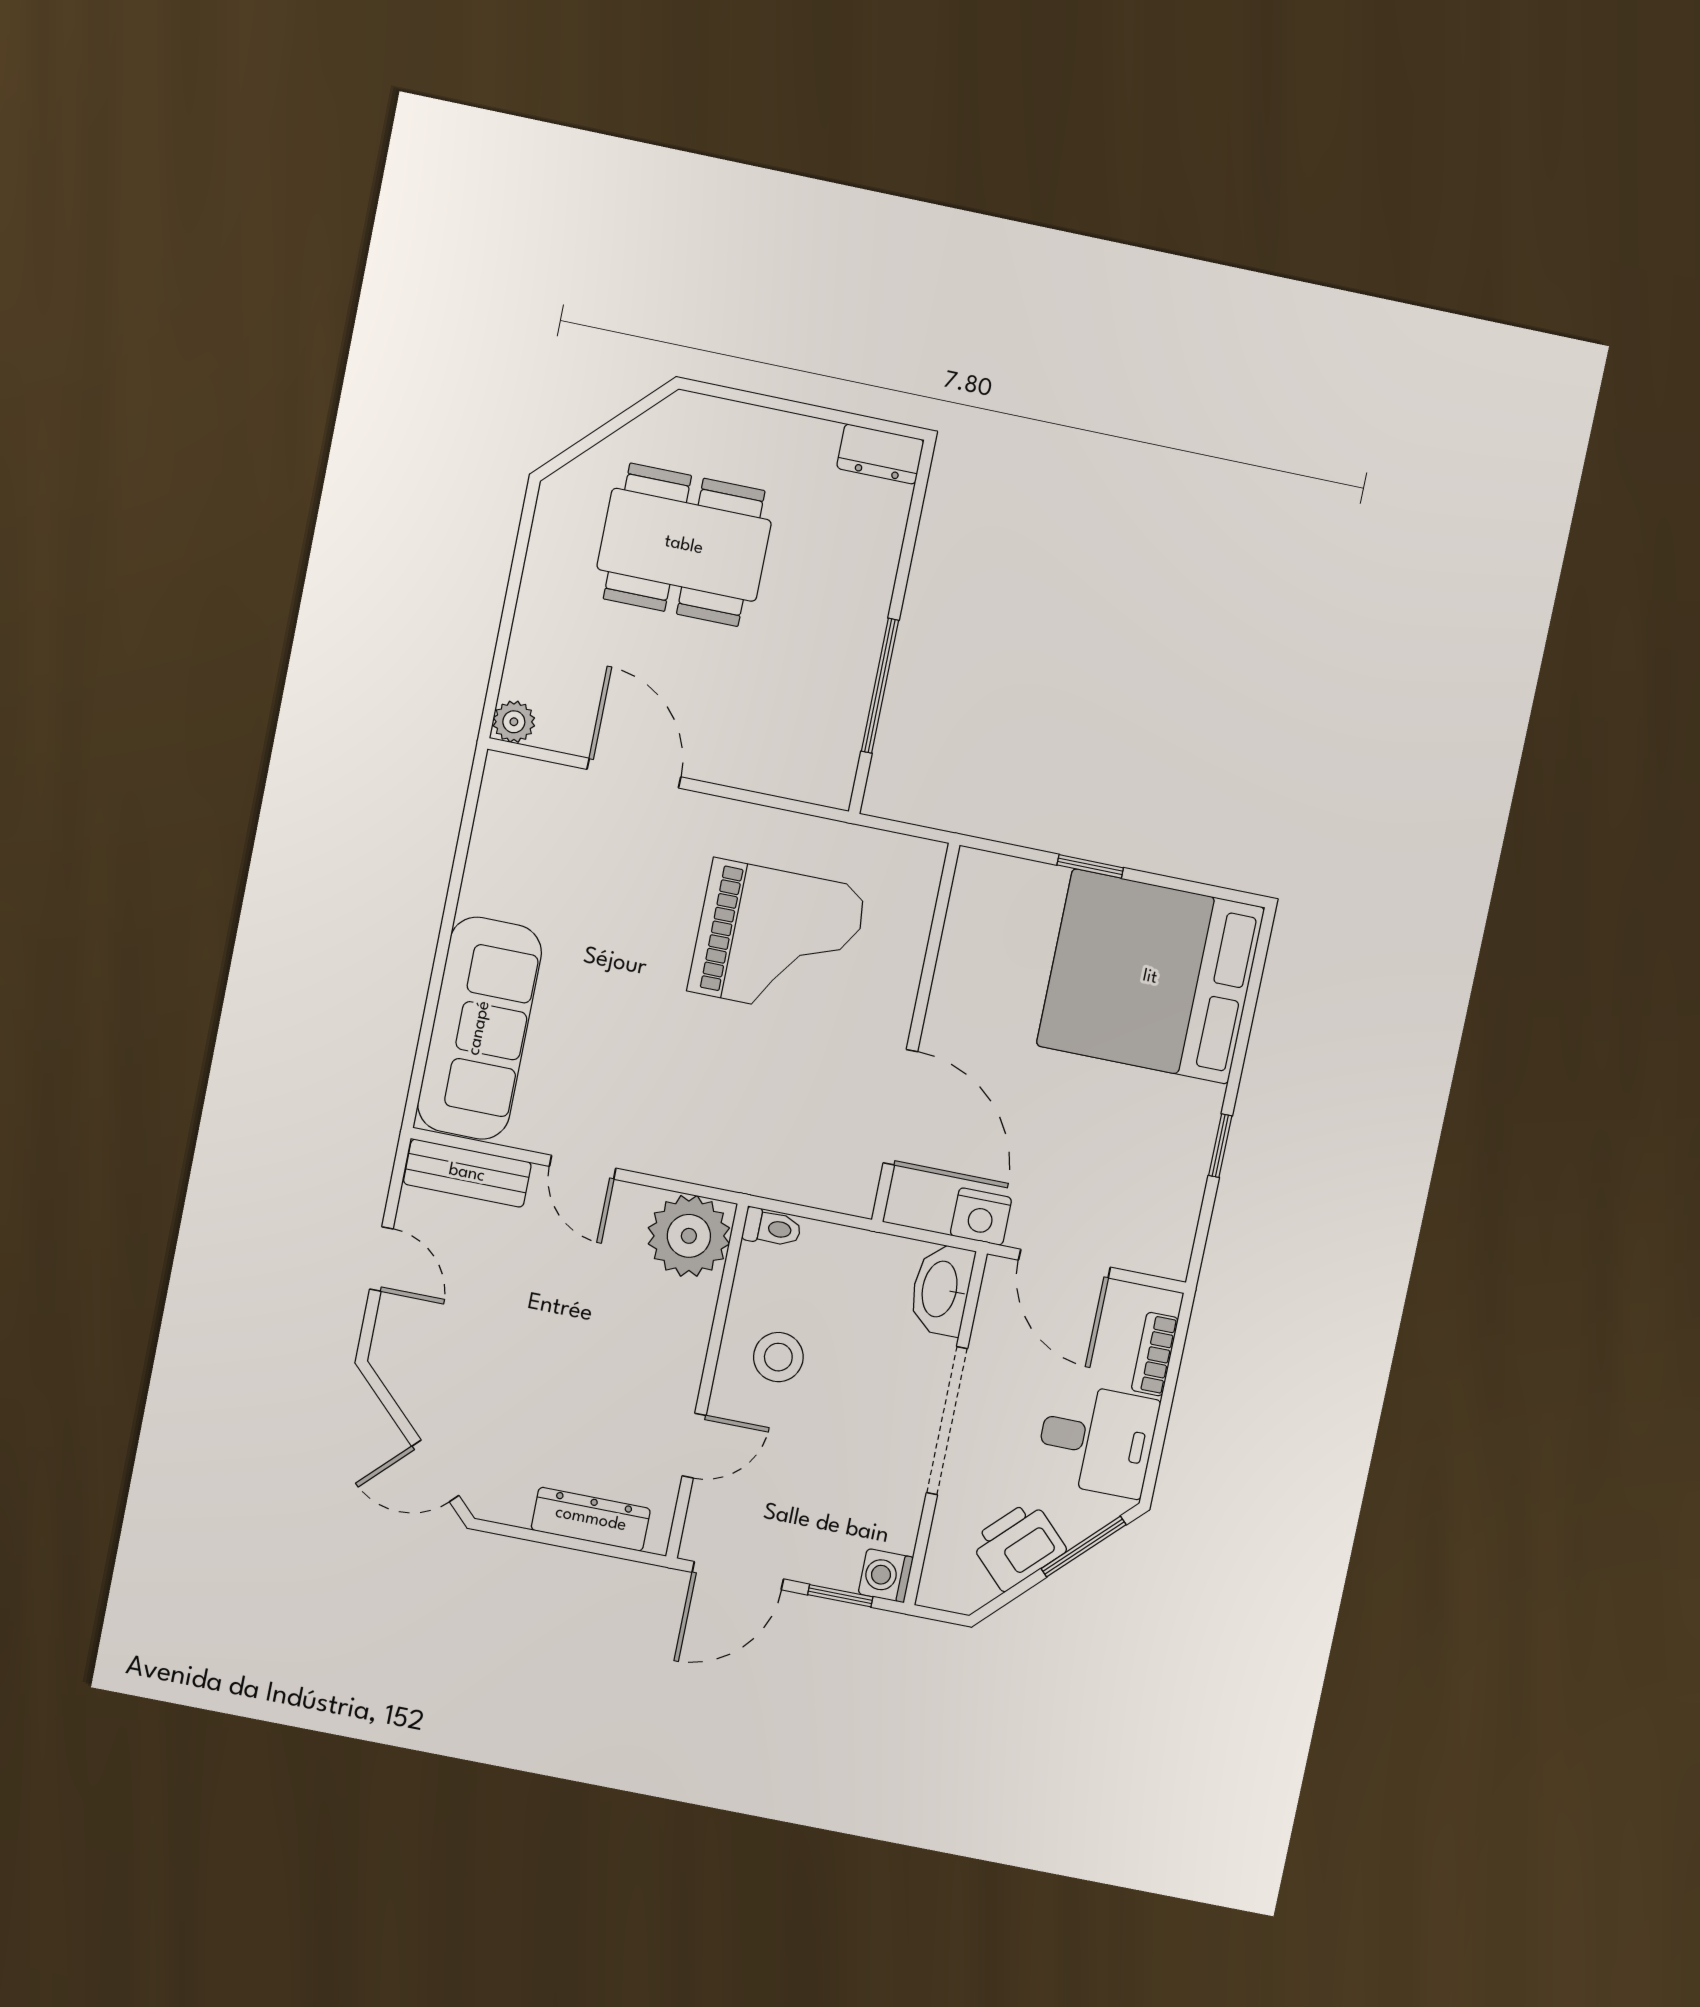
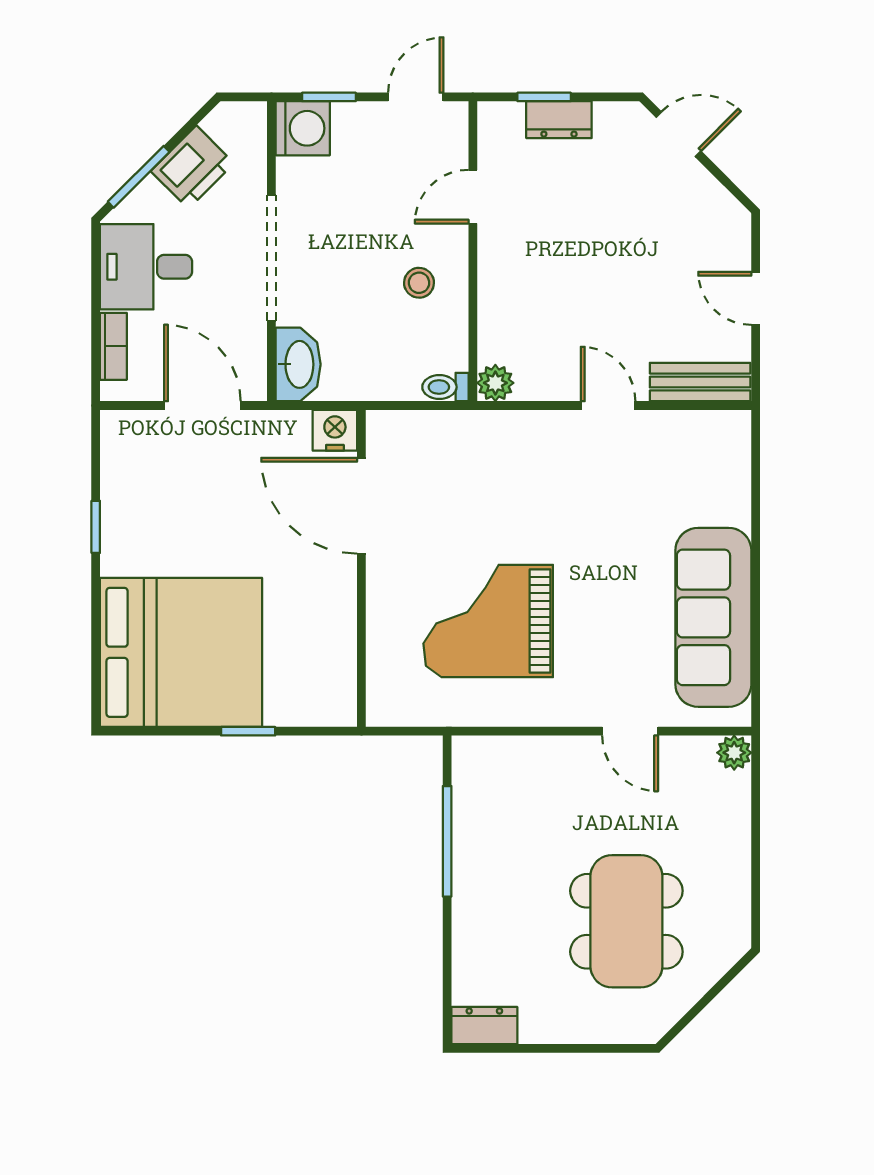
dining table: (684, 545) -> (626, 921), turned 90
door: (634, 773) -> (630, 731), width x0.73
sofa: (479, 1028) -> (713, 617), moved
nightstand: (981, 1217) -> (335, 430), moved
plant: (689, 1236) -> (495, 383), width x0.53, depth x0.53
stool: (778, 1357) -> (419, 283), width x0.73, depth x0.73
dresser: (591, 1519) -> (559, 120), width x0.70
window: (586, 1546) -> (544, 97), added
door: (738, 1576) -> (416, 97), width x0.73
washing machine: (886, 1576) -> (303, 128), width x1.38, depth x1.38

